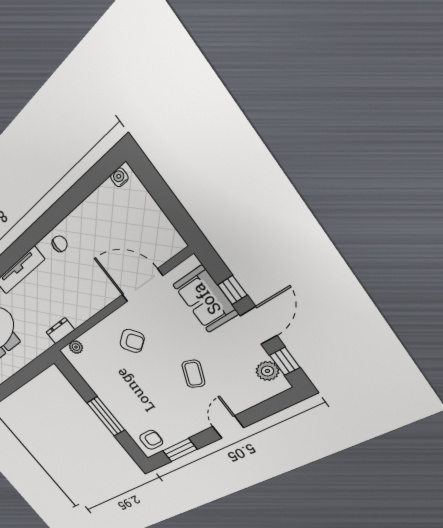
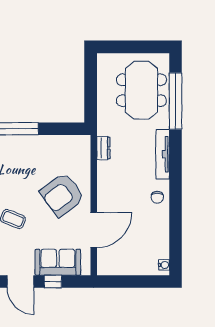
armchair: (132, 341) -> (62, 195), width x1.88, depth x1.88
plant: (76, 347) -> (85, 150), removed

